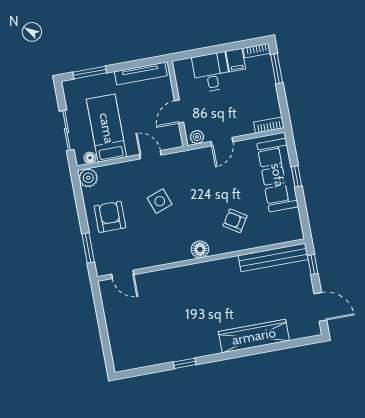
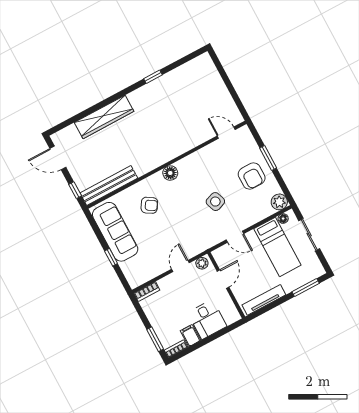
sofa: (278, 175) -> (115, 232), moved
window: (88, 248) -> (268, 158), moved

